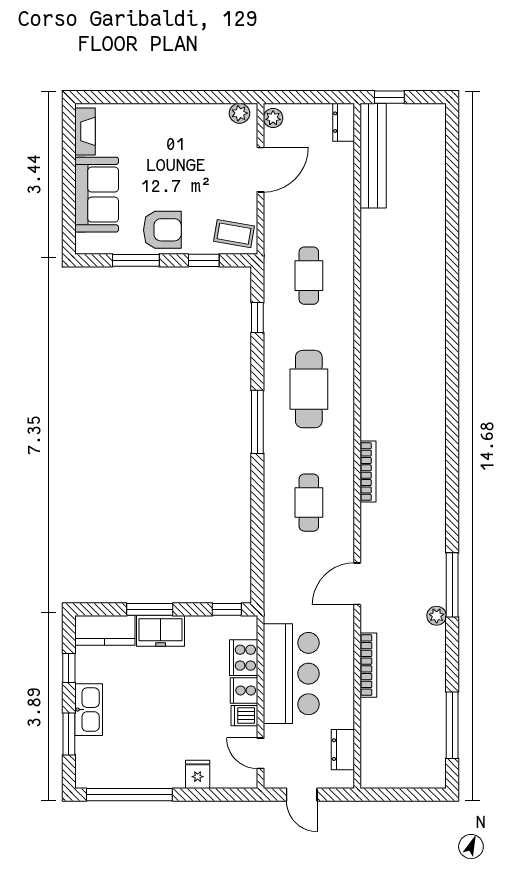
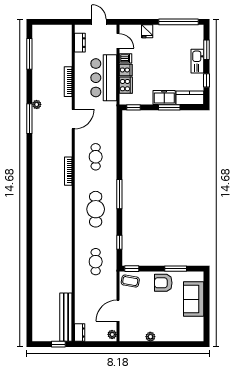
plant: (240, 113) -> (150, 337), moved
fireplace: (85, 131) -> (199, 328), removed
window: (204, 260) -> (132, 269), moved

